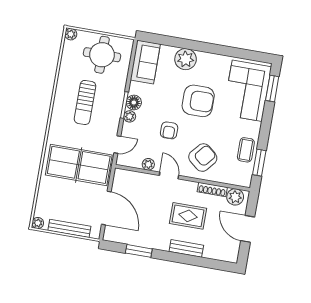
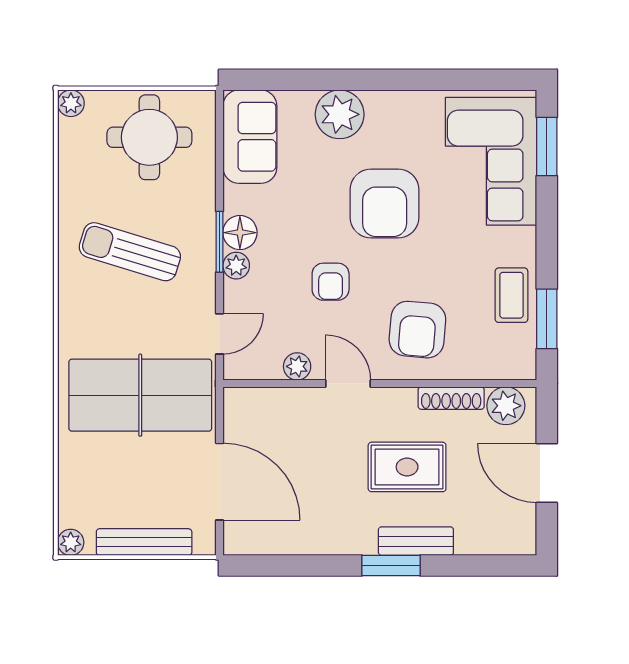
armchair: (198, 101) -> (385, 204), turned 90
sun lounger: (85, 102) -> (130, 252), turned 107
armchair: (203, 158) -> (417, 330), turned 145
window: (139, 251) -> (391, 566), moved

